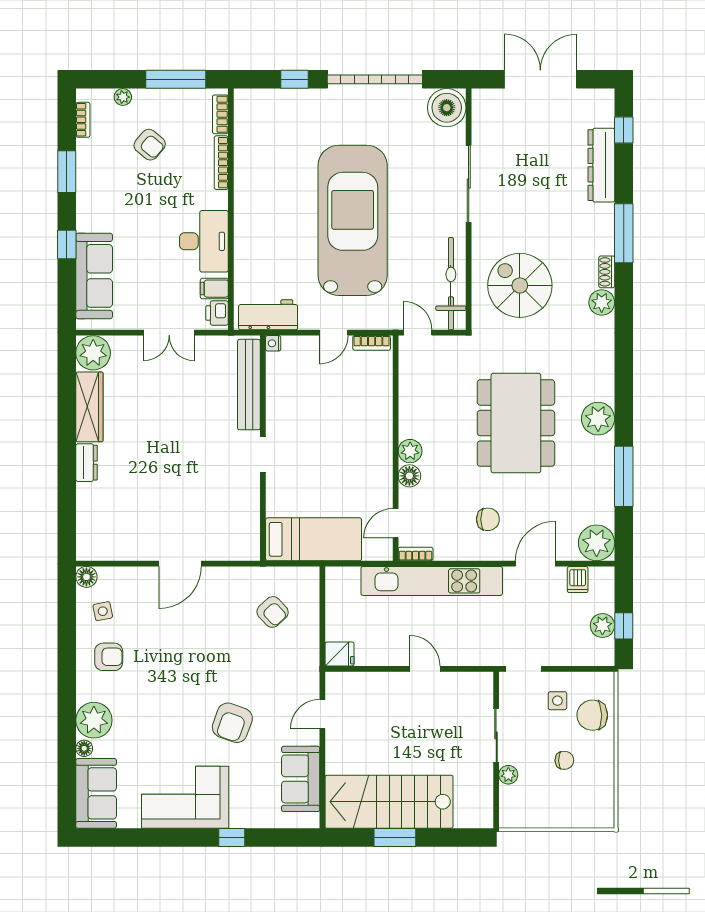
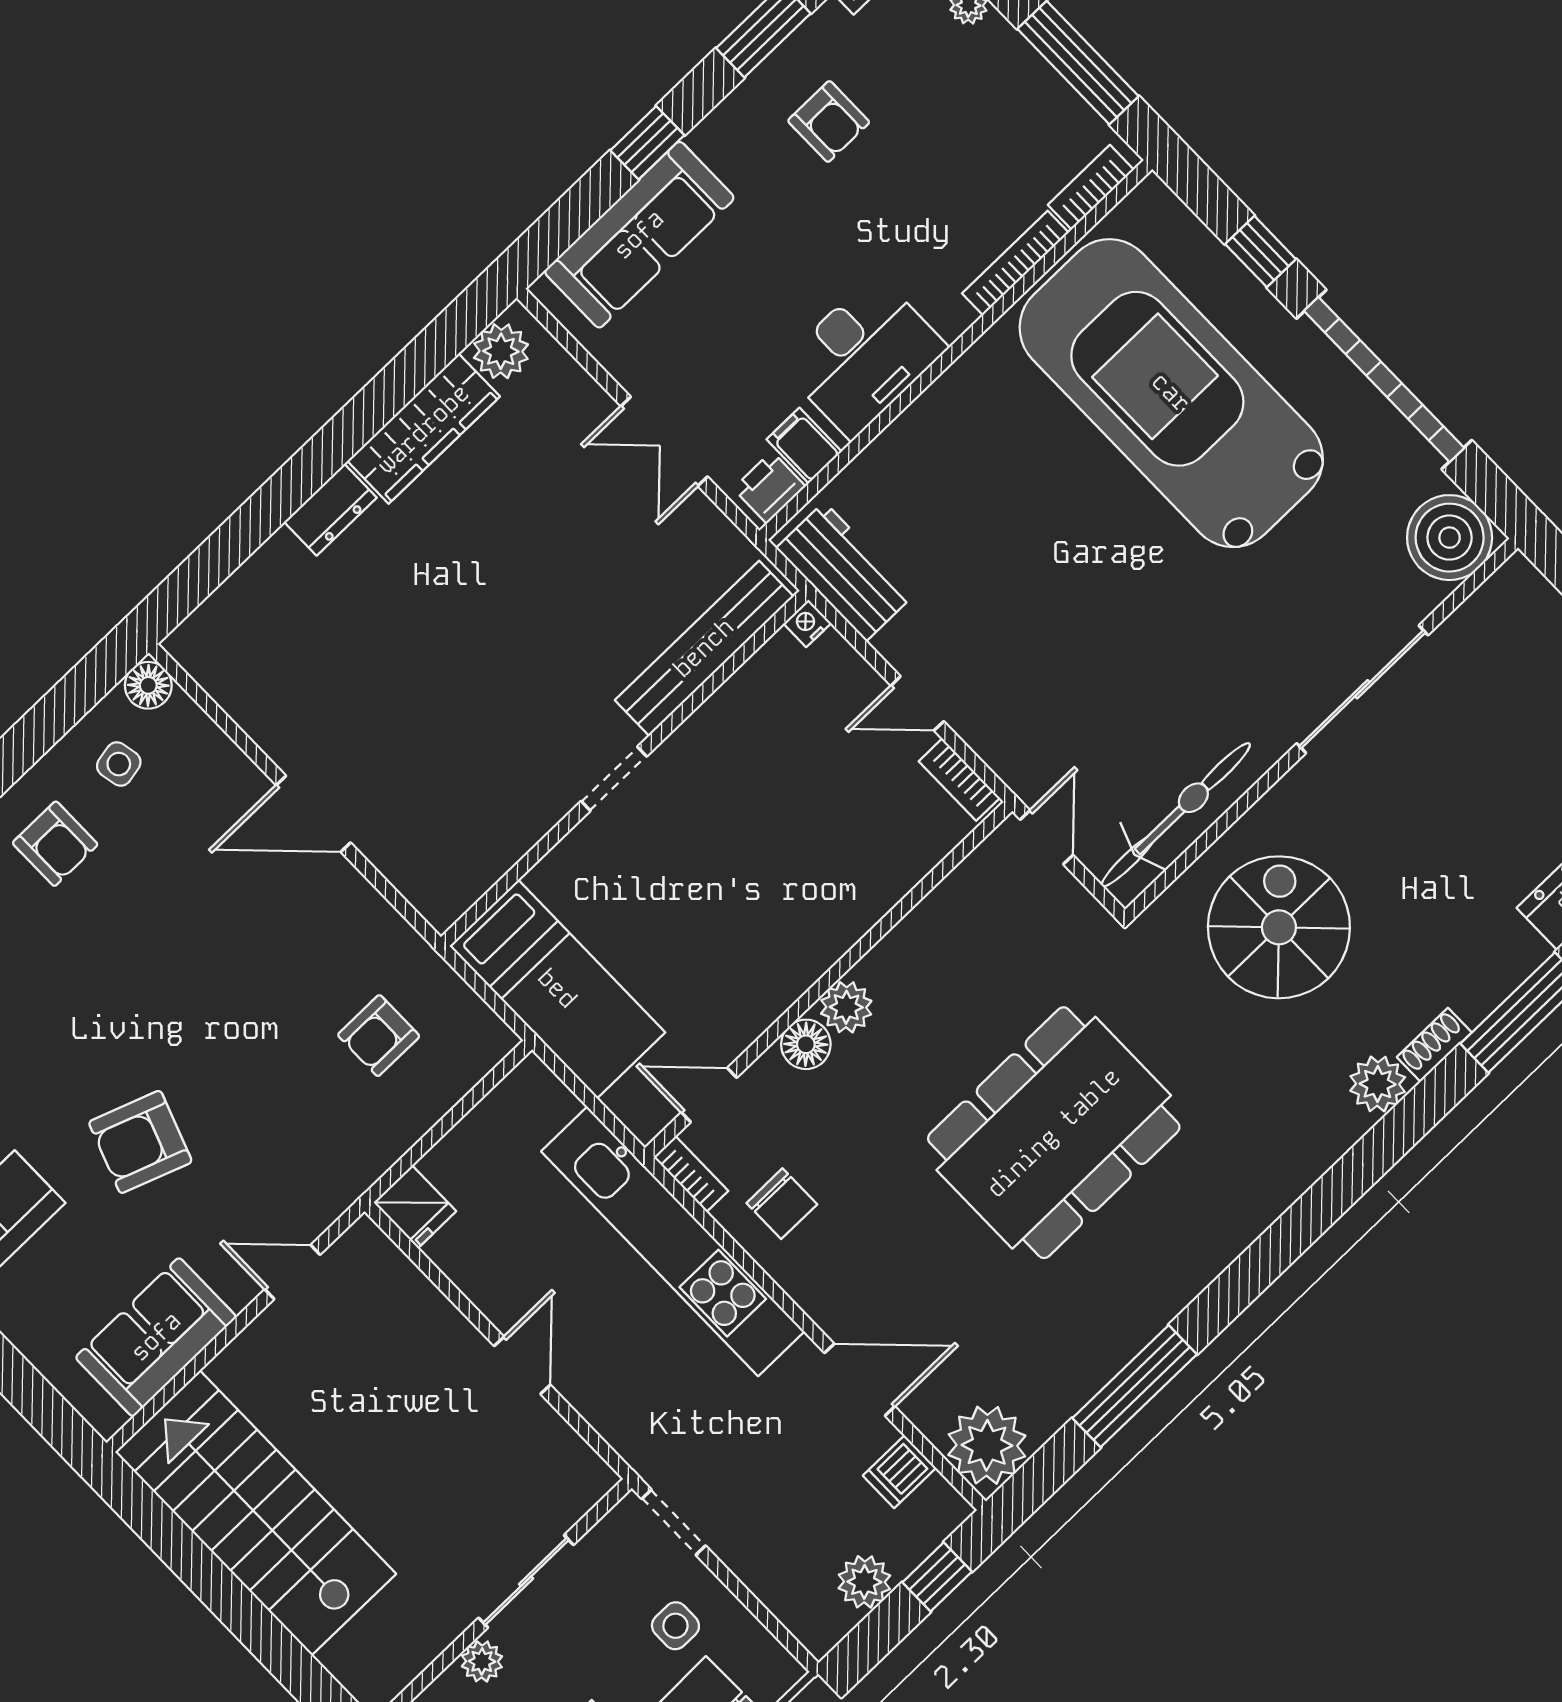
armchair: (150, 145) -> (829, 121), moved, turned -40
car: (353, 220) -> (1171, 393), moved, turned -90
plant: (93, 353) -> (501, 351), width x0.73, depth x0.73
plant: (598, 419) -> (1187, 1257), removed
chair: (488, 519) -> (782, 1204), moved
armchair: (273, 612) -> (379, 1036), turned 43
window: (624, 626) -> (937, 1577), moved
window: (395, 837) -> (208, 1577), removed

